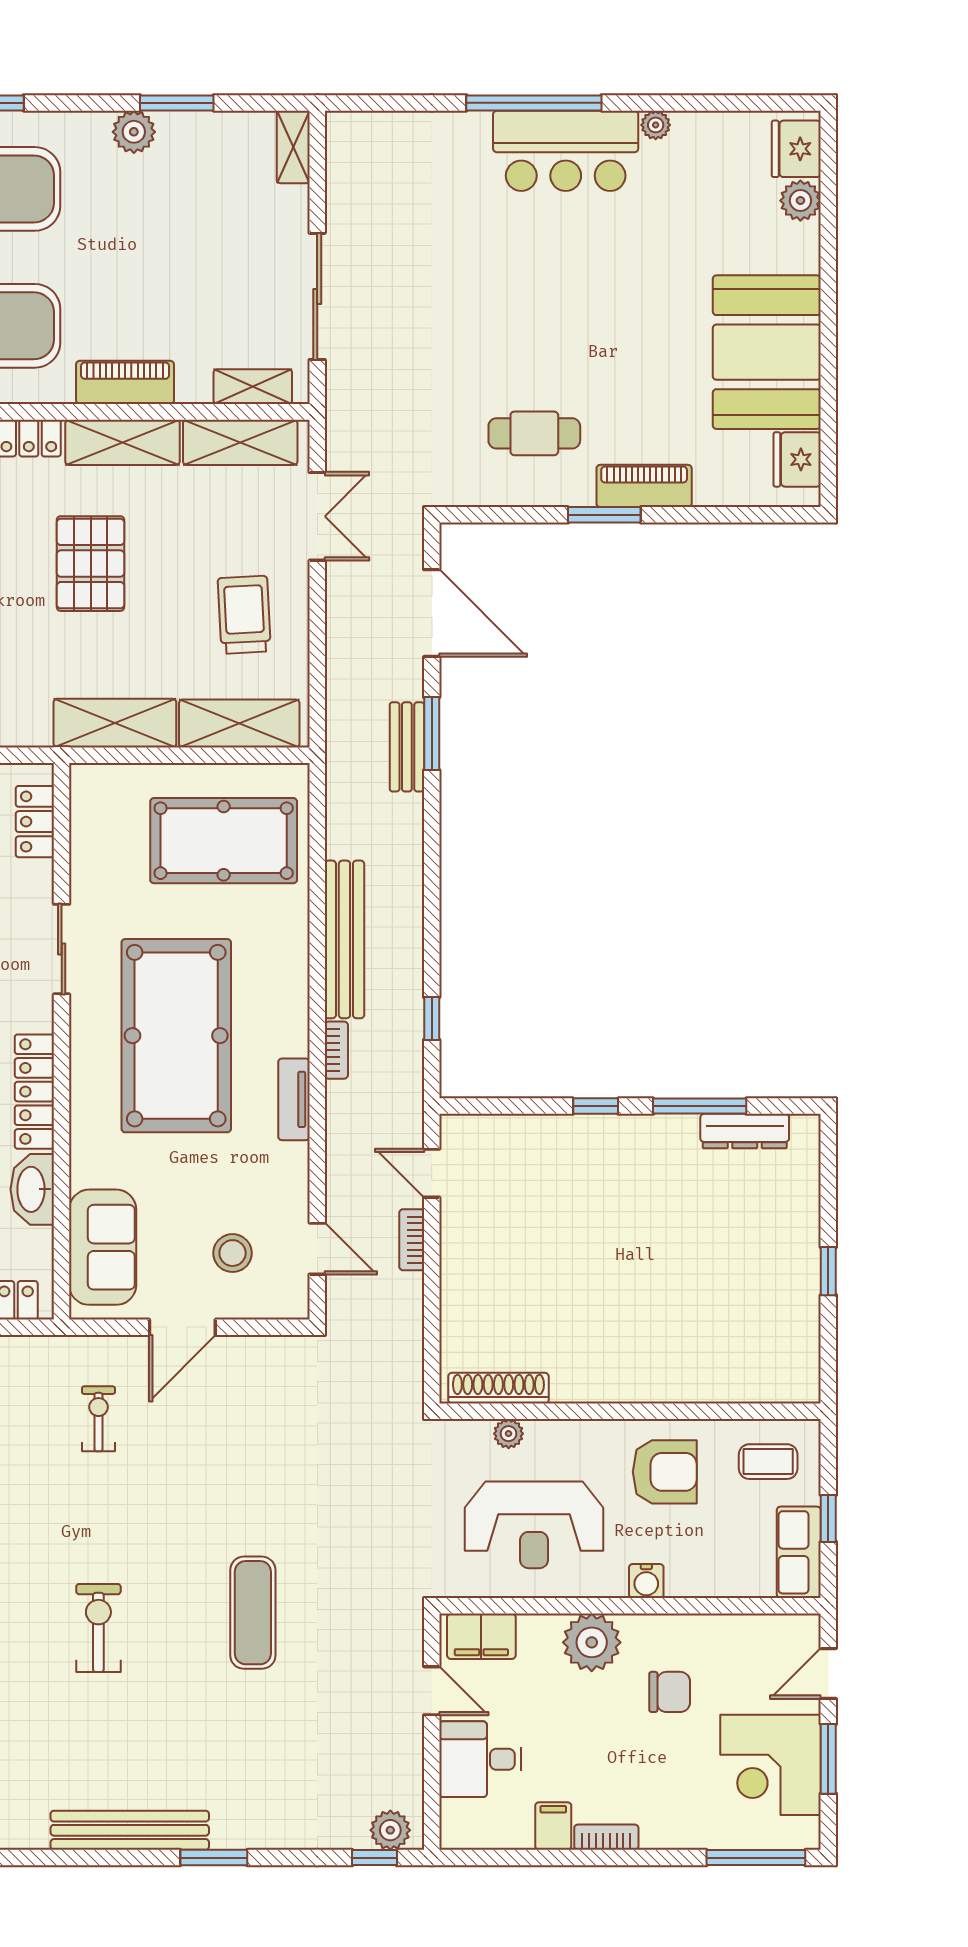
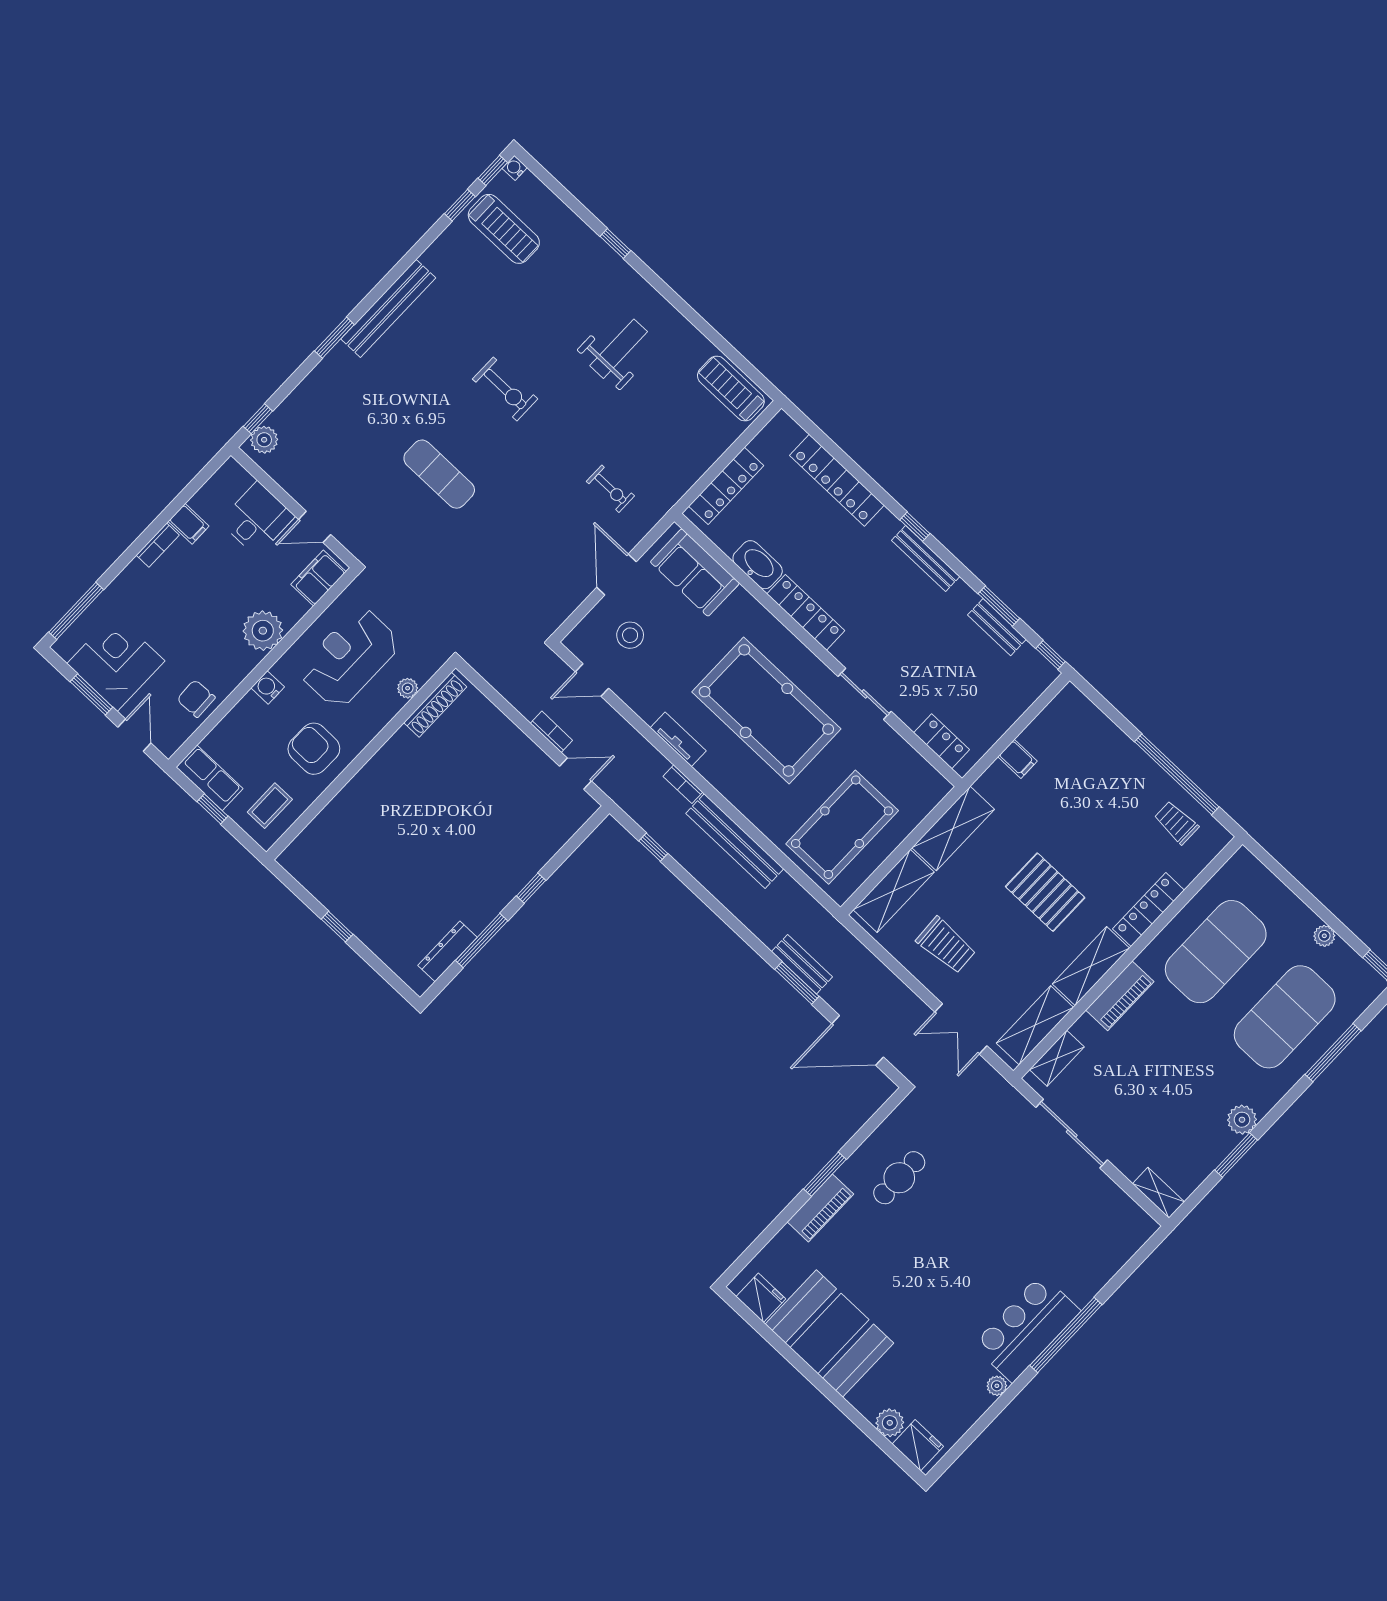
armchair: (665, 1472) -> (314, 749), turned 91
chair: (670, 1692) -> (196, 699), moved, turned 88

